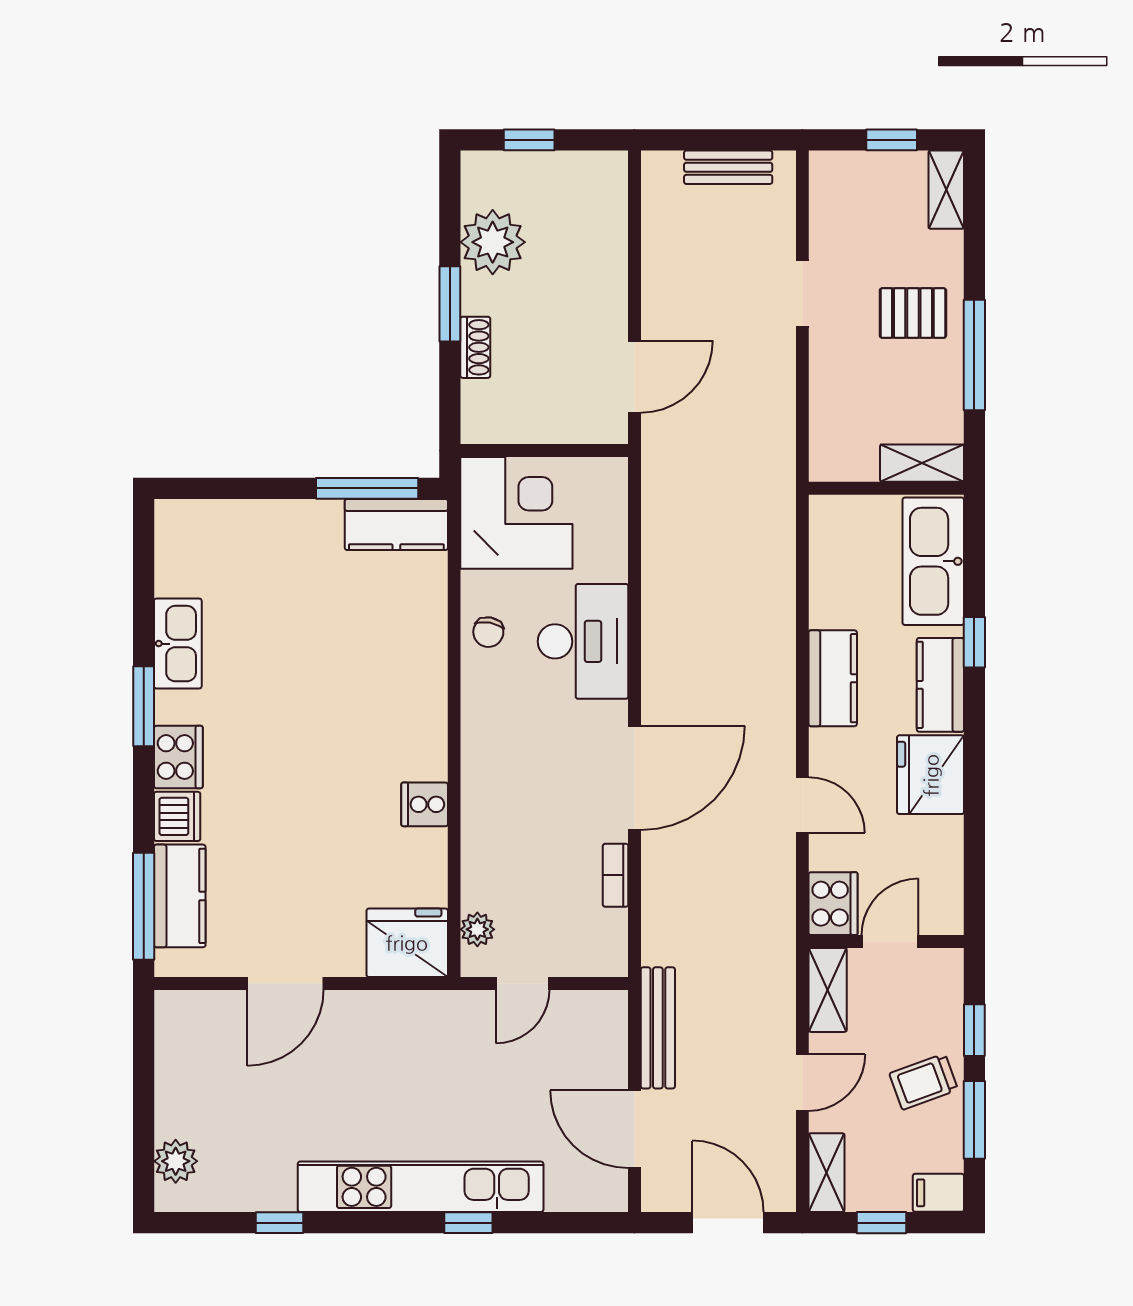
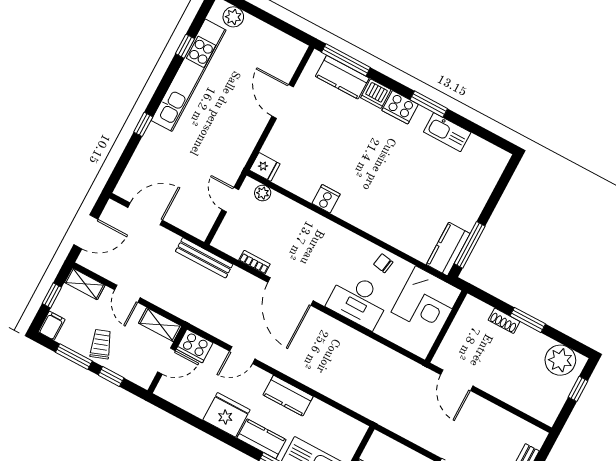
plant: (493, 242) -> (560, 360), moved
door: (890, 942) -> (166, 361), hinge flipped
fridge: (407, 943) -> (265, 167), width x0.53, depth x0.75
bench: (658, 1028) -> (204, 258), moved
kitchen unit: (421, 1187) -> (189, 75), moved

